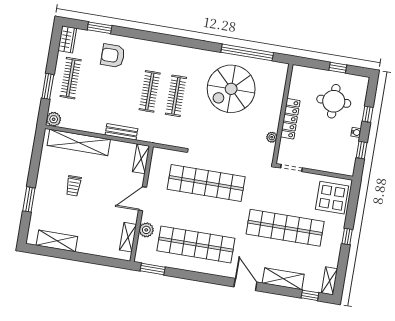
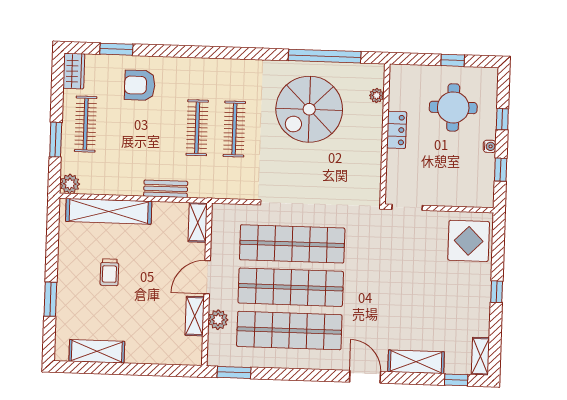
locker: (290, 119) -> (397, 130), width x0.66
plant: (272, 137) -> (377, 96), moved
shop shelf: (285, 228) -> (291, 287), moved
shelving: (128, 237) -> (195, 316), moved

